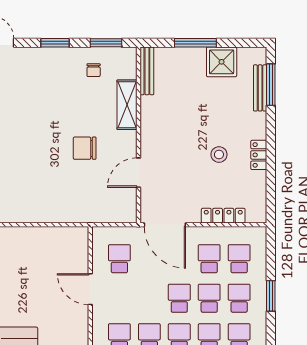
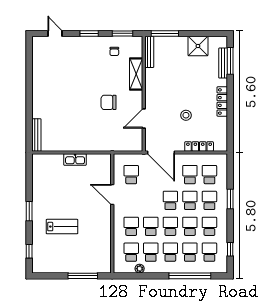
window: (195, 43) -> (165, 33), moved
stool: (219, 155) -> (186, 115), moved
locker: (259, 155) -> (222, 101), width x1.53
kitchen sink: (33, 236) -> (75, 159), added

